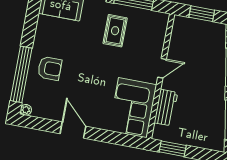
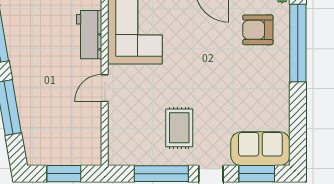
armchair: (50, 68) -> (258, 30), moved

